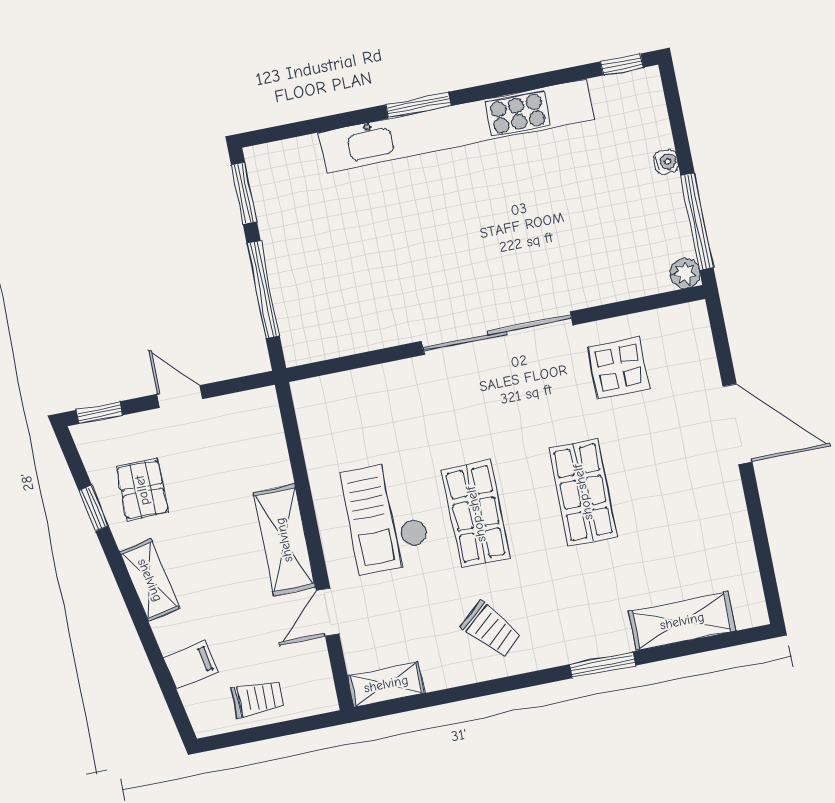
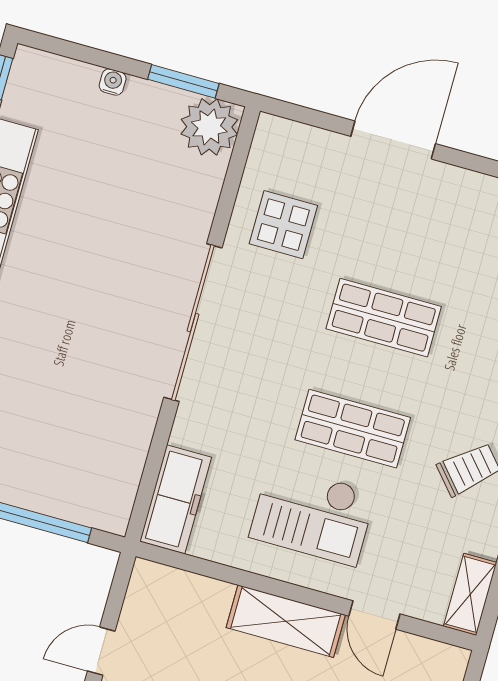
window: (697, 222) -> (183, 81), width x0.69
plant: (685, 273) -> (209, 127), width x1.88, depth x1.88
freezer: (340, 394) -> (176, 499), added

